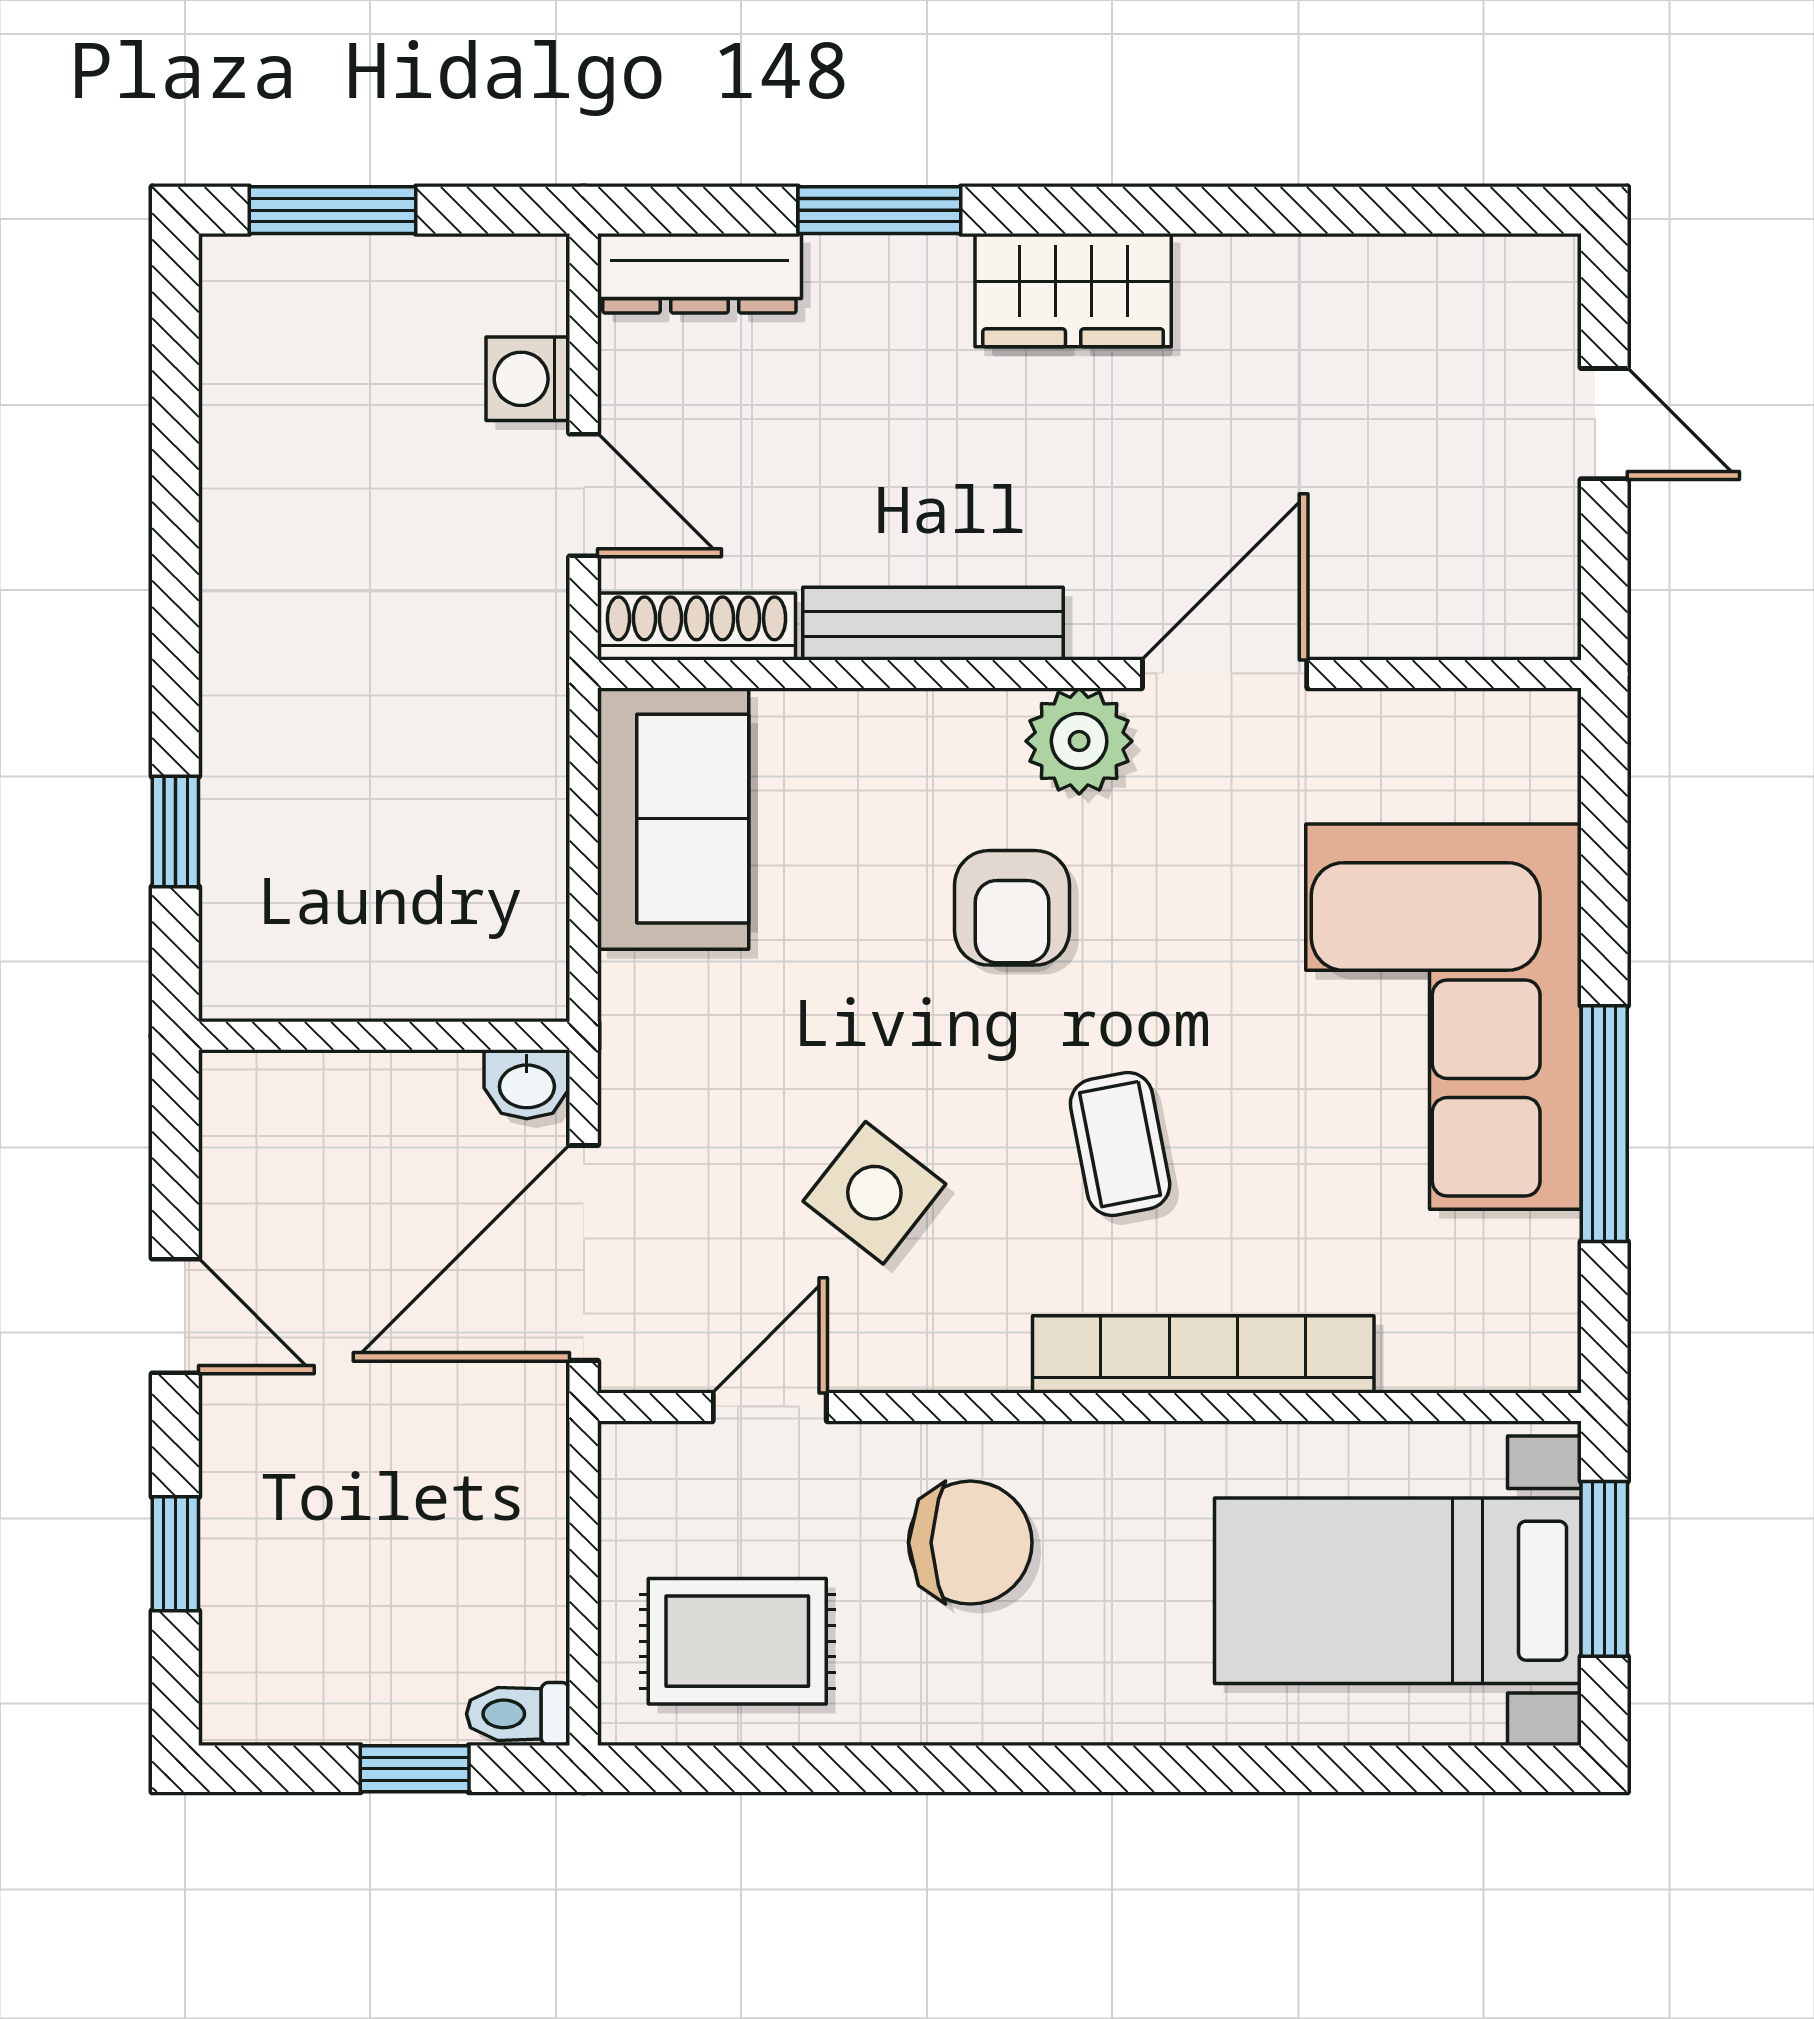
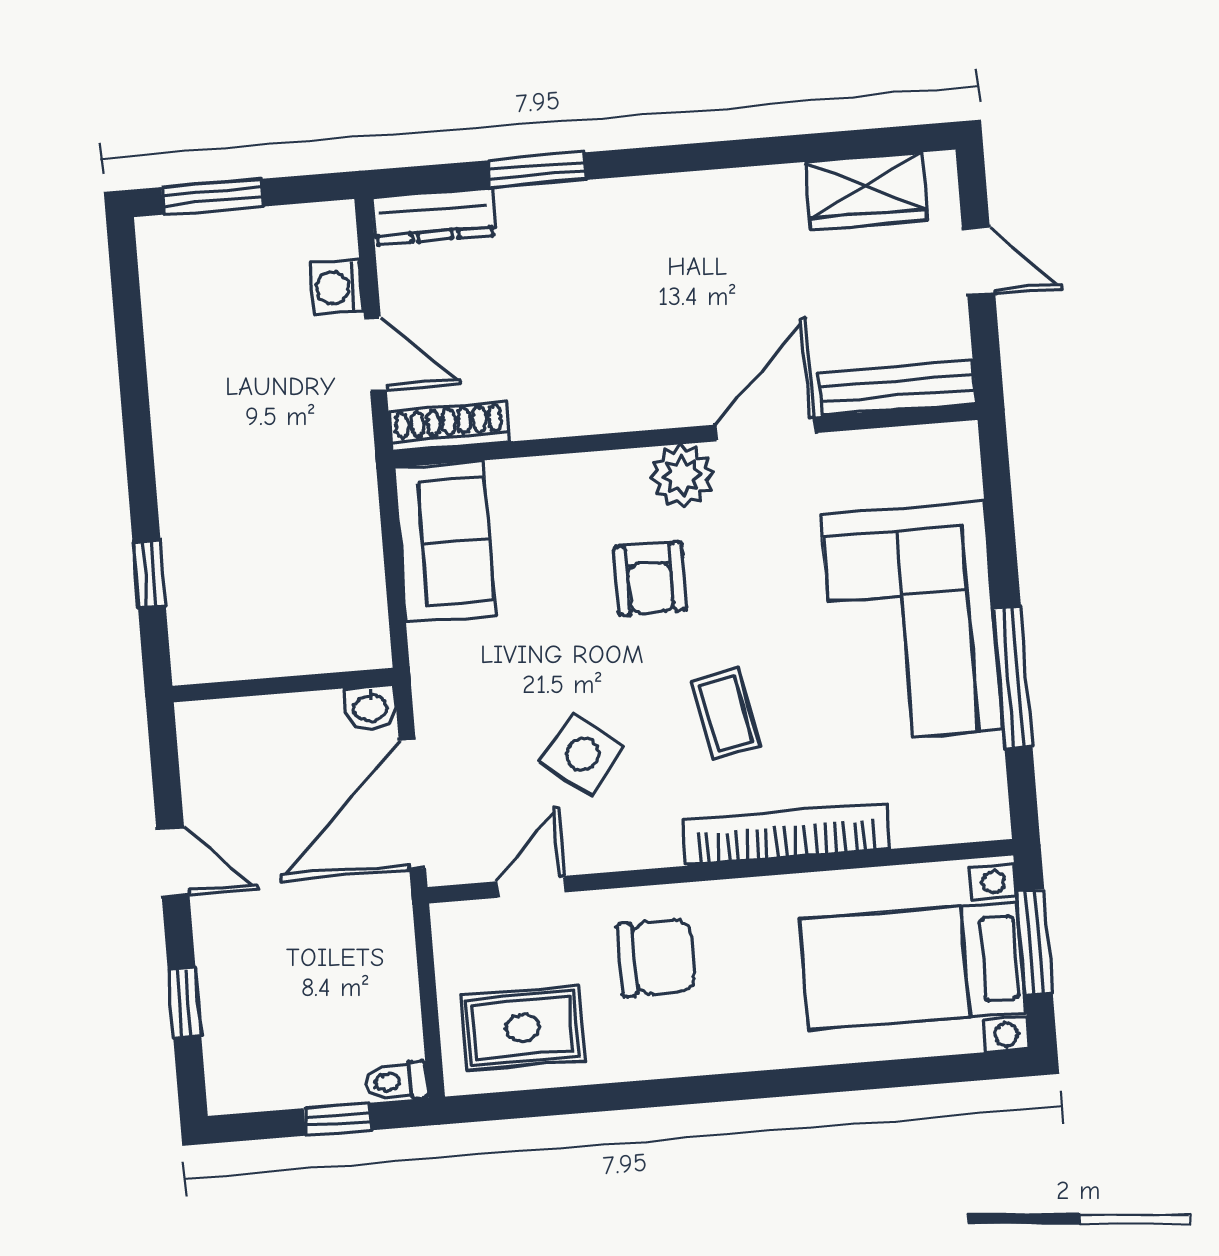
wardrobe: (1073, 290) -> (866, 191), moved
bench: (933, 624) -> (897, 388), moved

